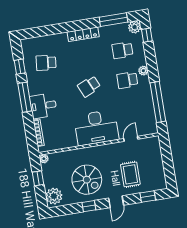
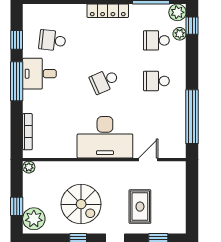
plant: (143, 71) -> (180, 34), moved
desk: (43, 106) -> (39, 74), moved
window: (38, 178) -> (17, 206), moved

